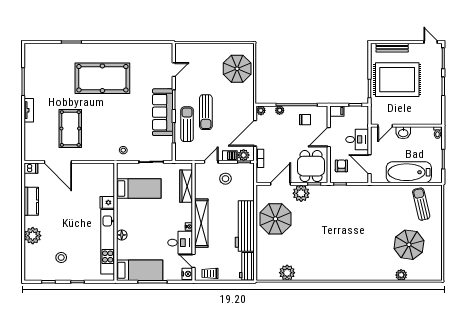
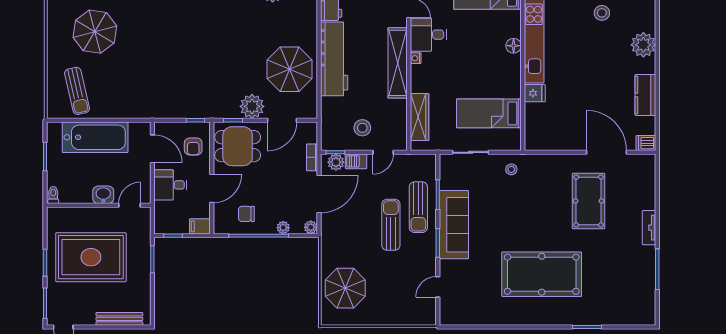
rug: (397, 80) -> (91, 257), moved
dining table: (311, 166) -> (238, 146), turned 90

